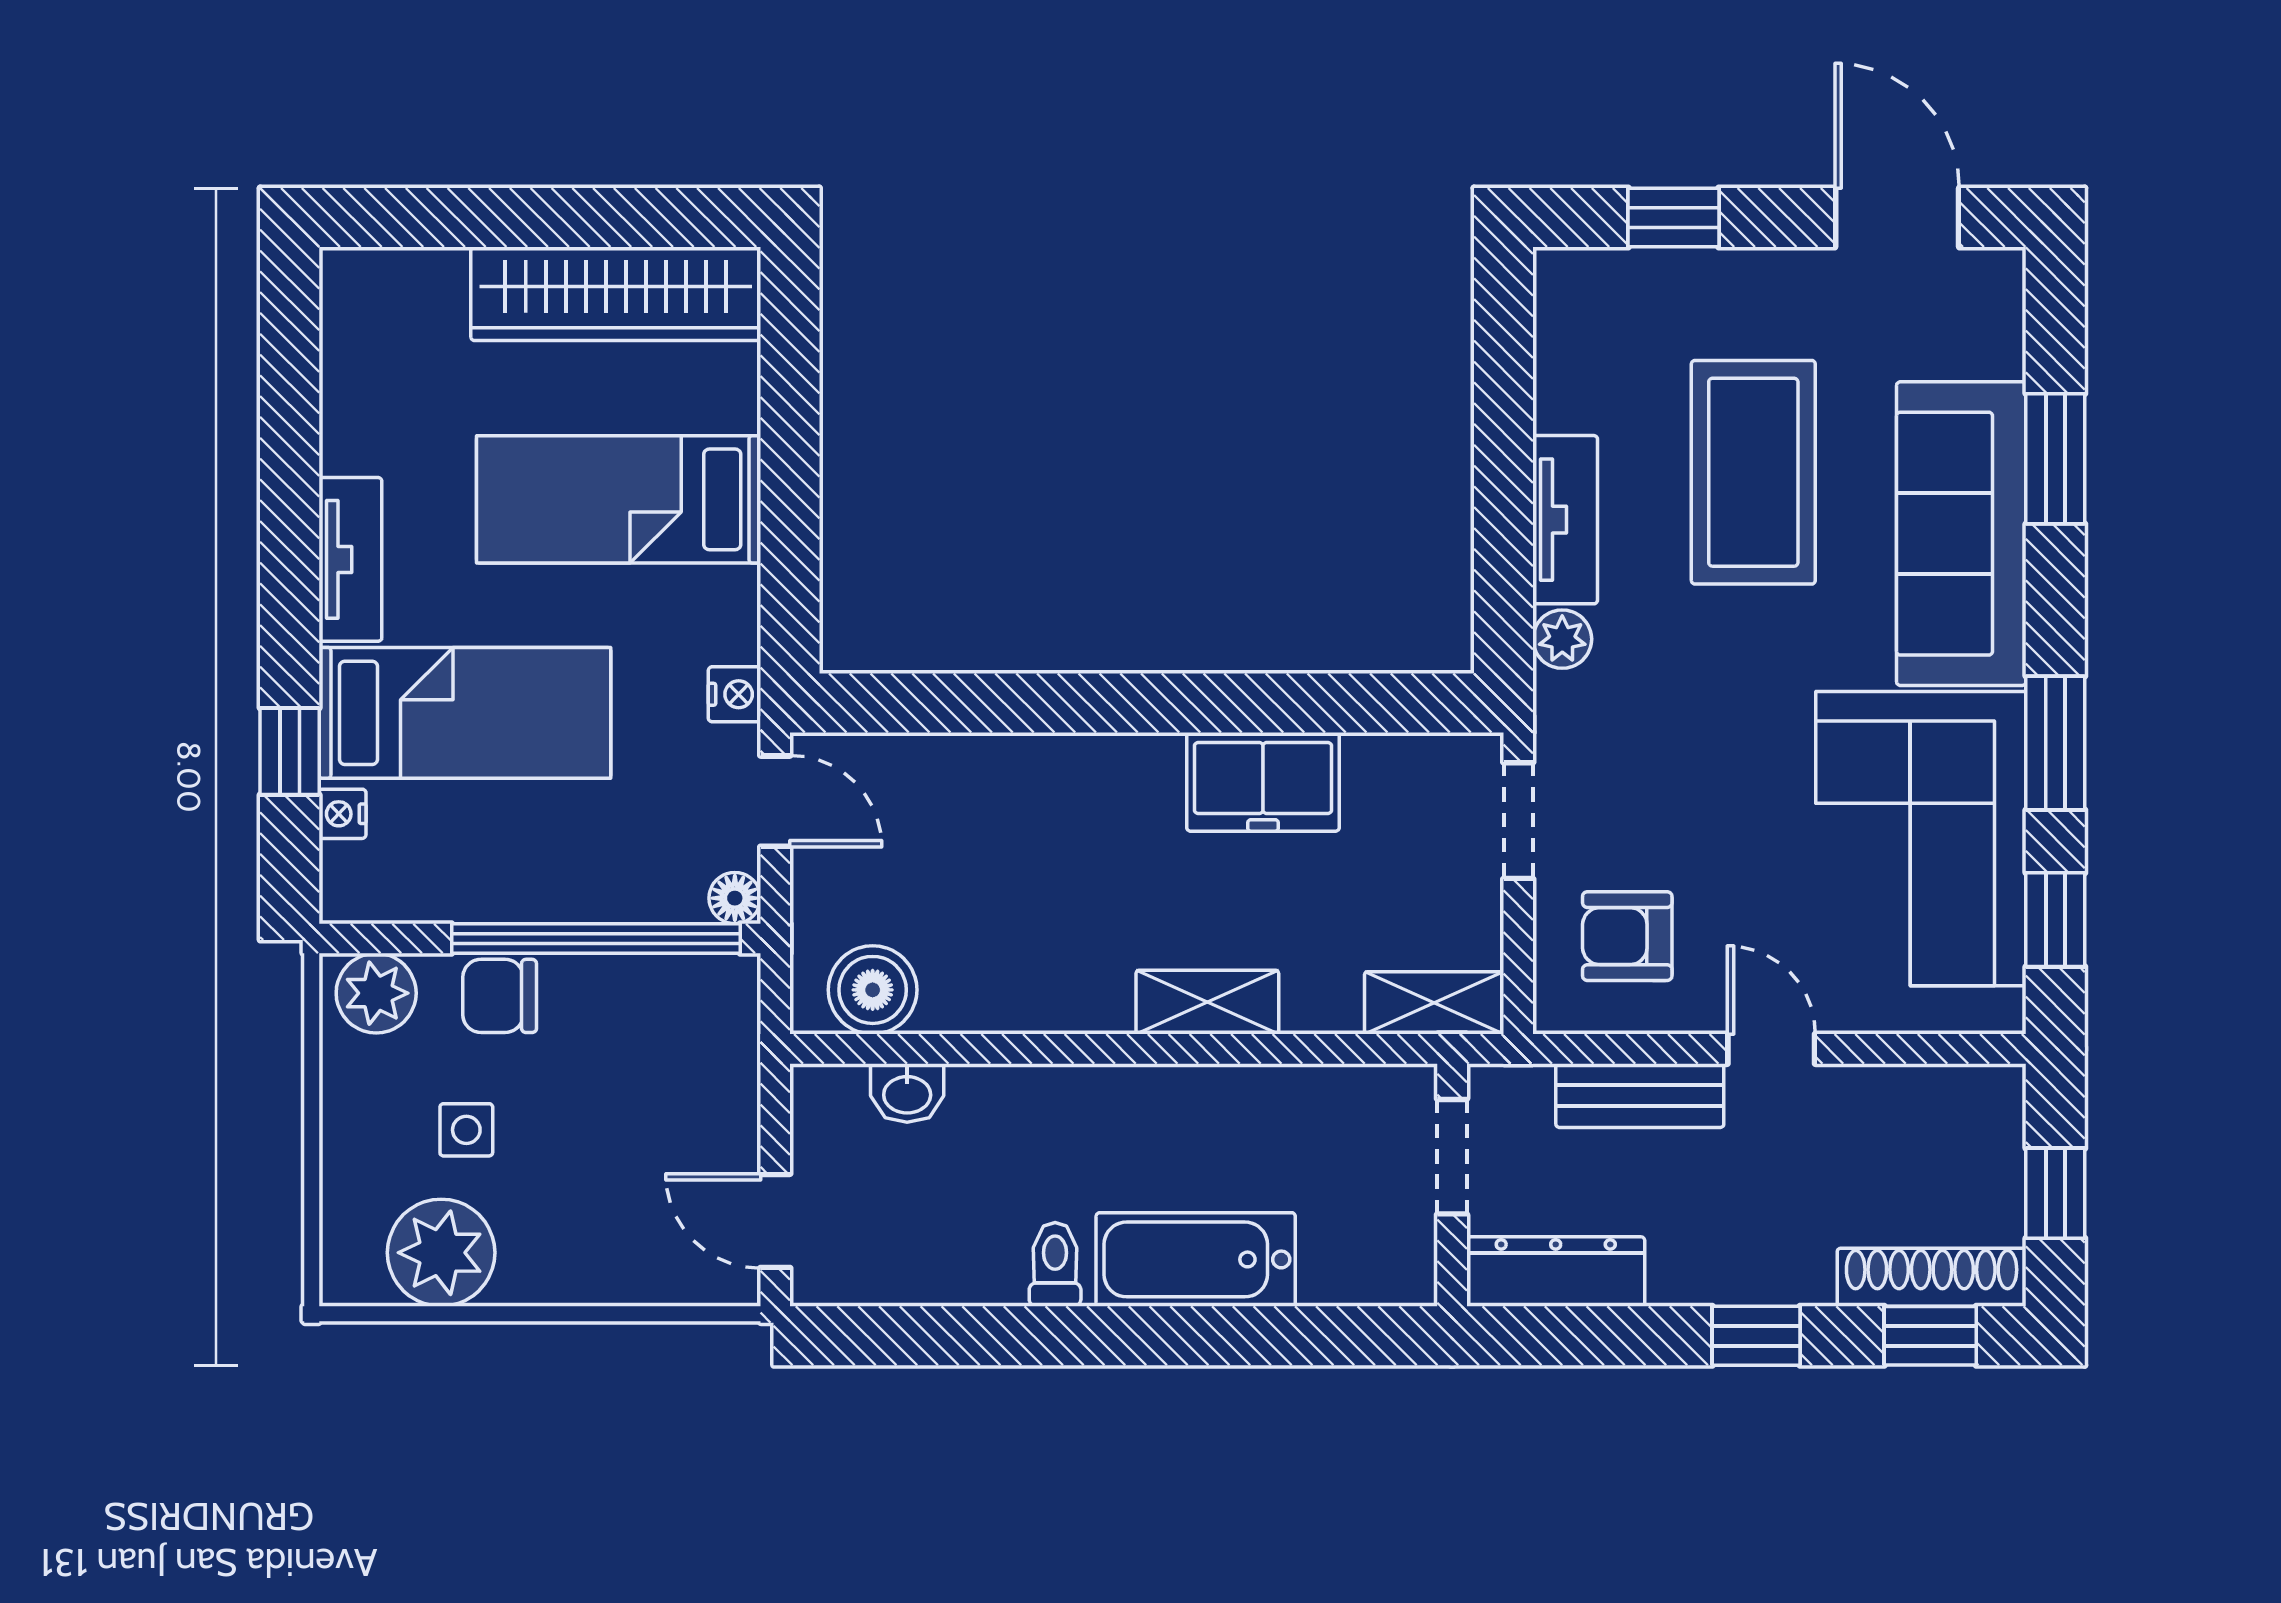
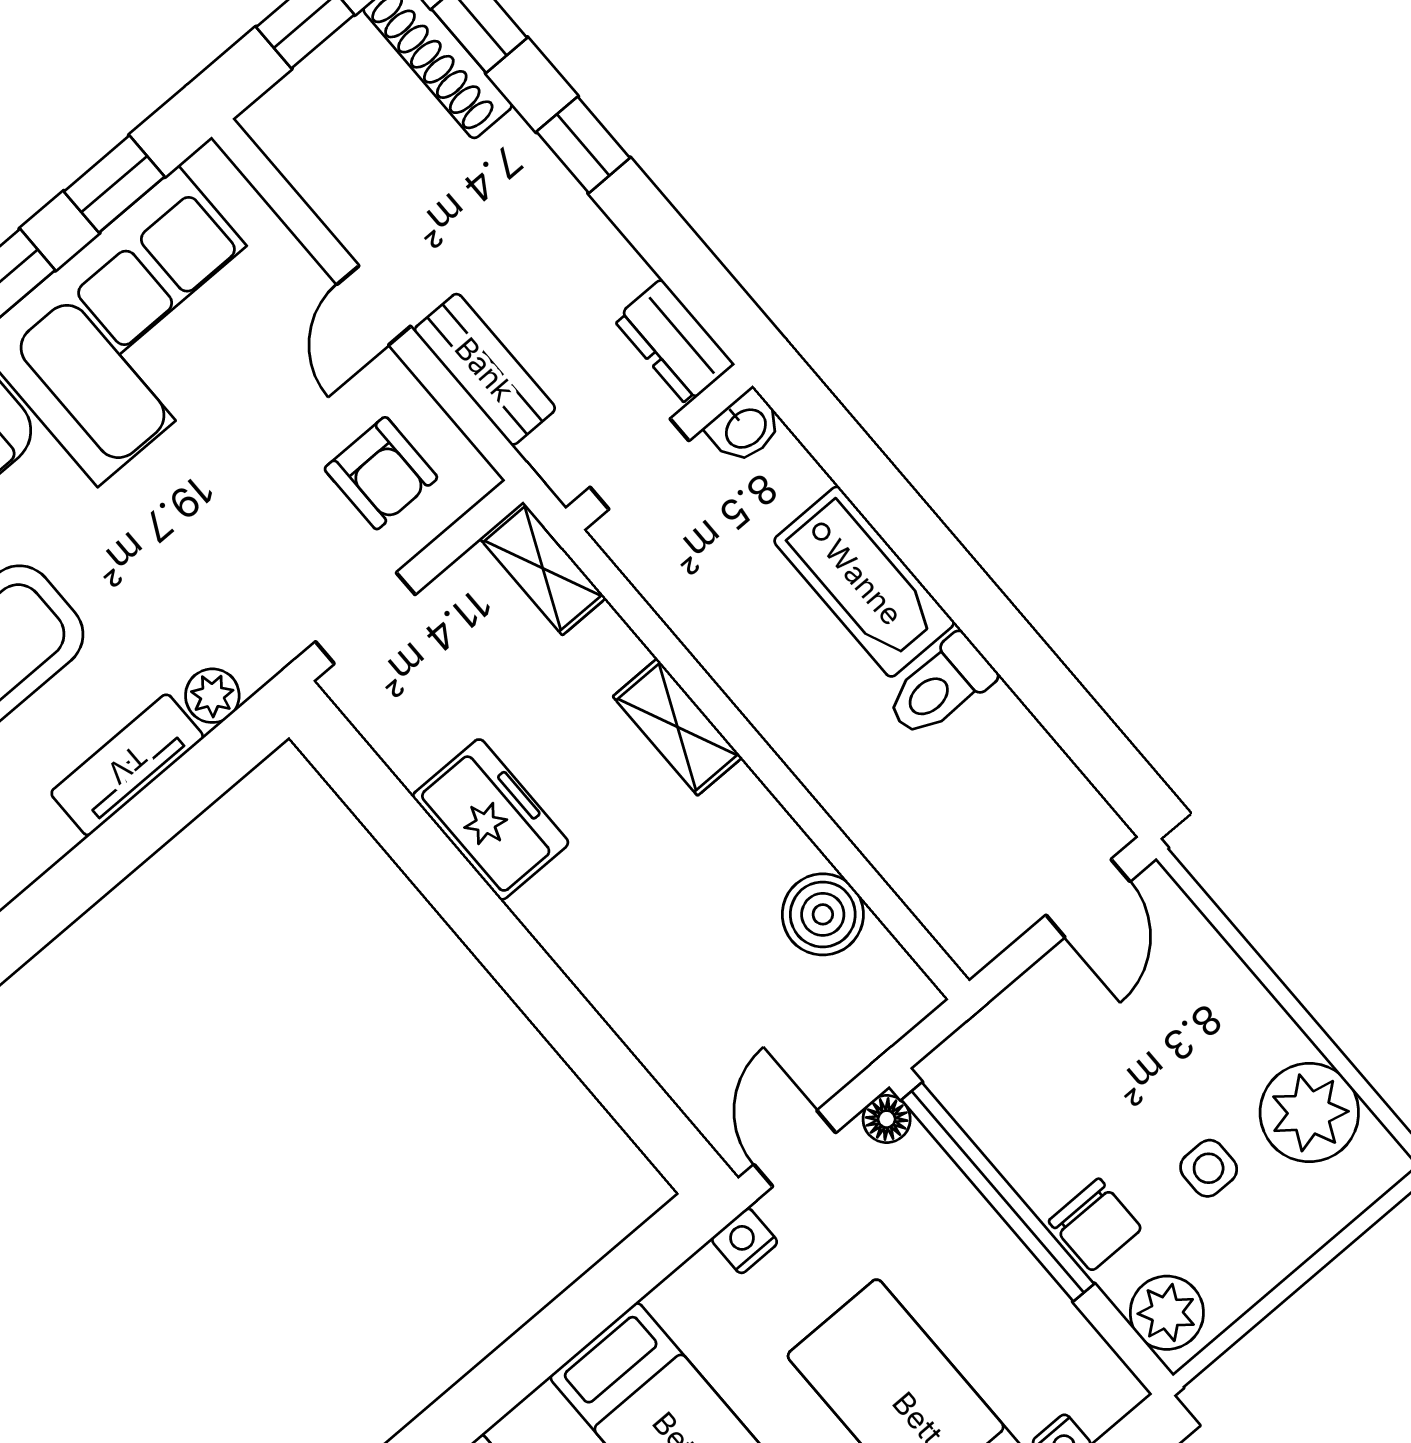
boiler: (873, 990) -> (823, 914), moved
washbasin: (907, 1093) -> (745, 427), moved, turned 90
toilet: (1055, 1264) -> (940, 687), width x1.37, depth x1.39
dresser: (1556, 1272) -> (674, 342), width x0.70

